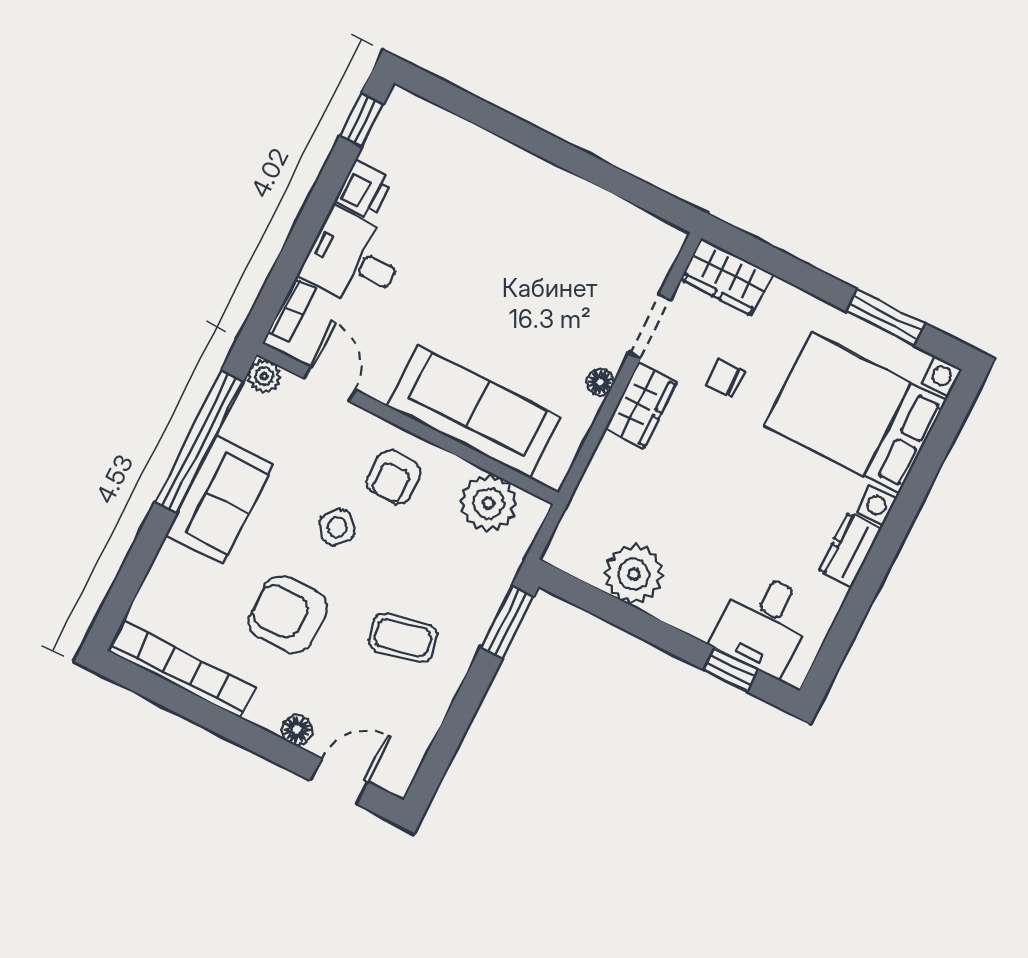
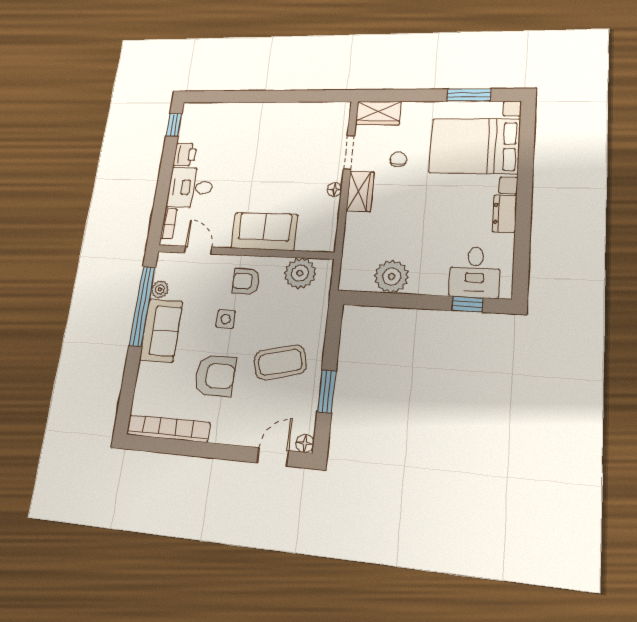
plant: (264, 376) -> (160, 289), moved
chair: (725, 378) -> (398, 159), turned 90
sofa: (474, 412) -> (264, 231), width x0.73
armchair: (394, 477) -> (246, 281), turned 90
side table: (337, 527) -> (226, 319), turned 45
armchair: (288, 615) -> (215, 376), turned 180
window: (507, 622) -> (327, 392), moved
coffee table: (403, 638) -> (280, 362), width x1.36, depth x1.30
floor lamp: (297, 730) -> (305, 443), moved

